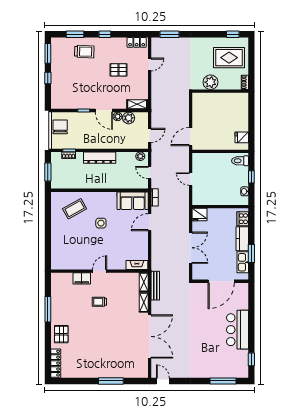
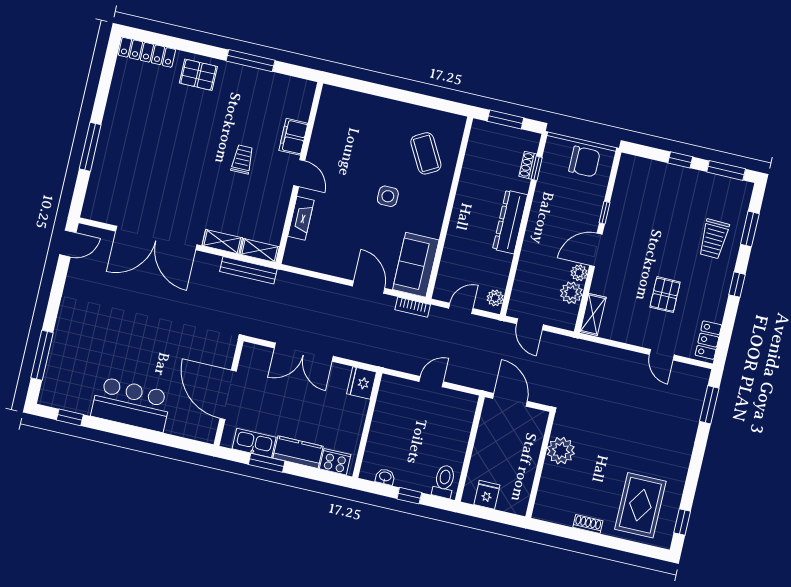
plant: (211, 82) -> (561, 451), moved
wall: (220, 91) -> (540, 465), moved
fireplace: (137, 265) -> (301, 218), moved

